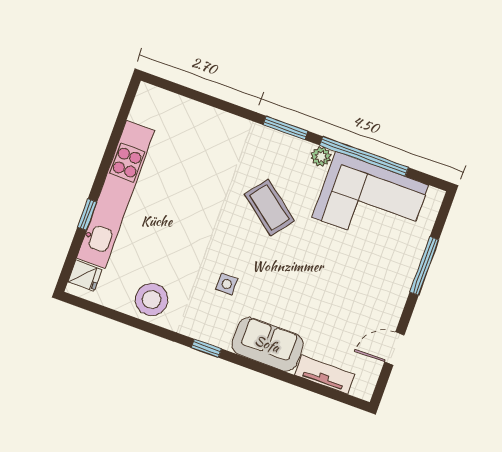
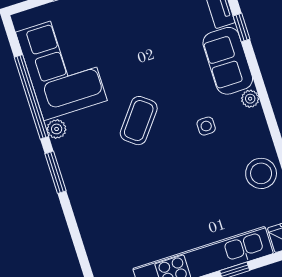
coffee table: (269, 208) -> (139, 121), moved
plant: (221, 339) -> (250, 99), added
window: (206, 348) -> (242, 28), moved

